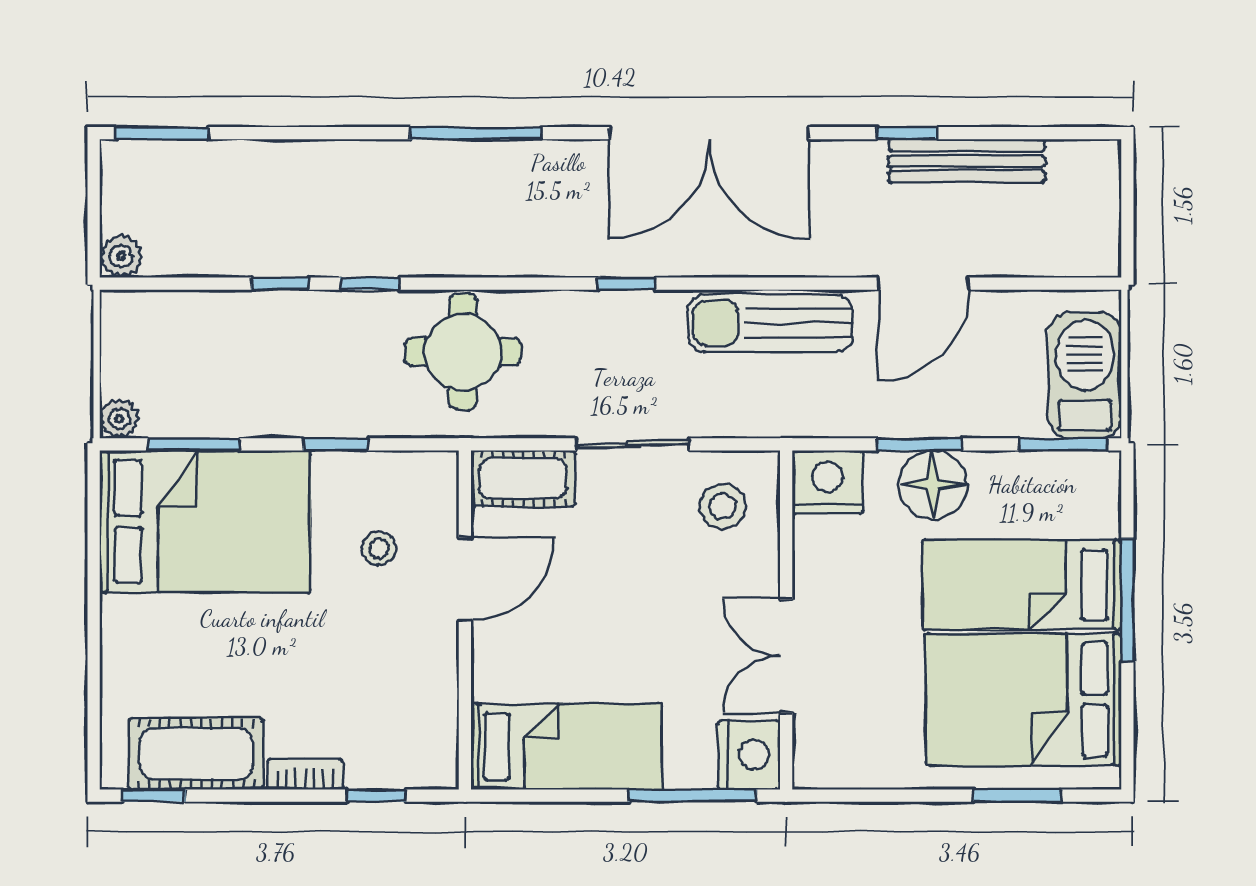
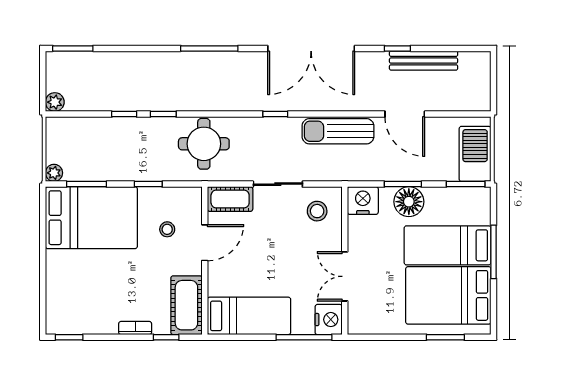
door: (924, 284) -> (405, 114), hinge flipped
cot: (196, 754) -> (186, 305), moved, turned 90

